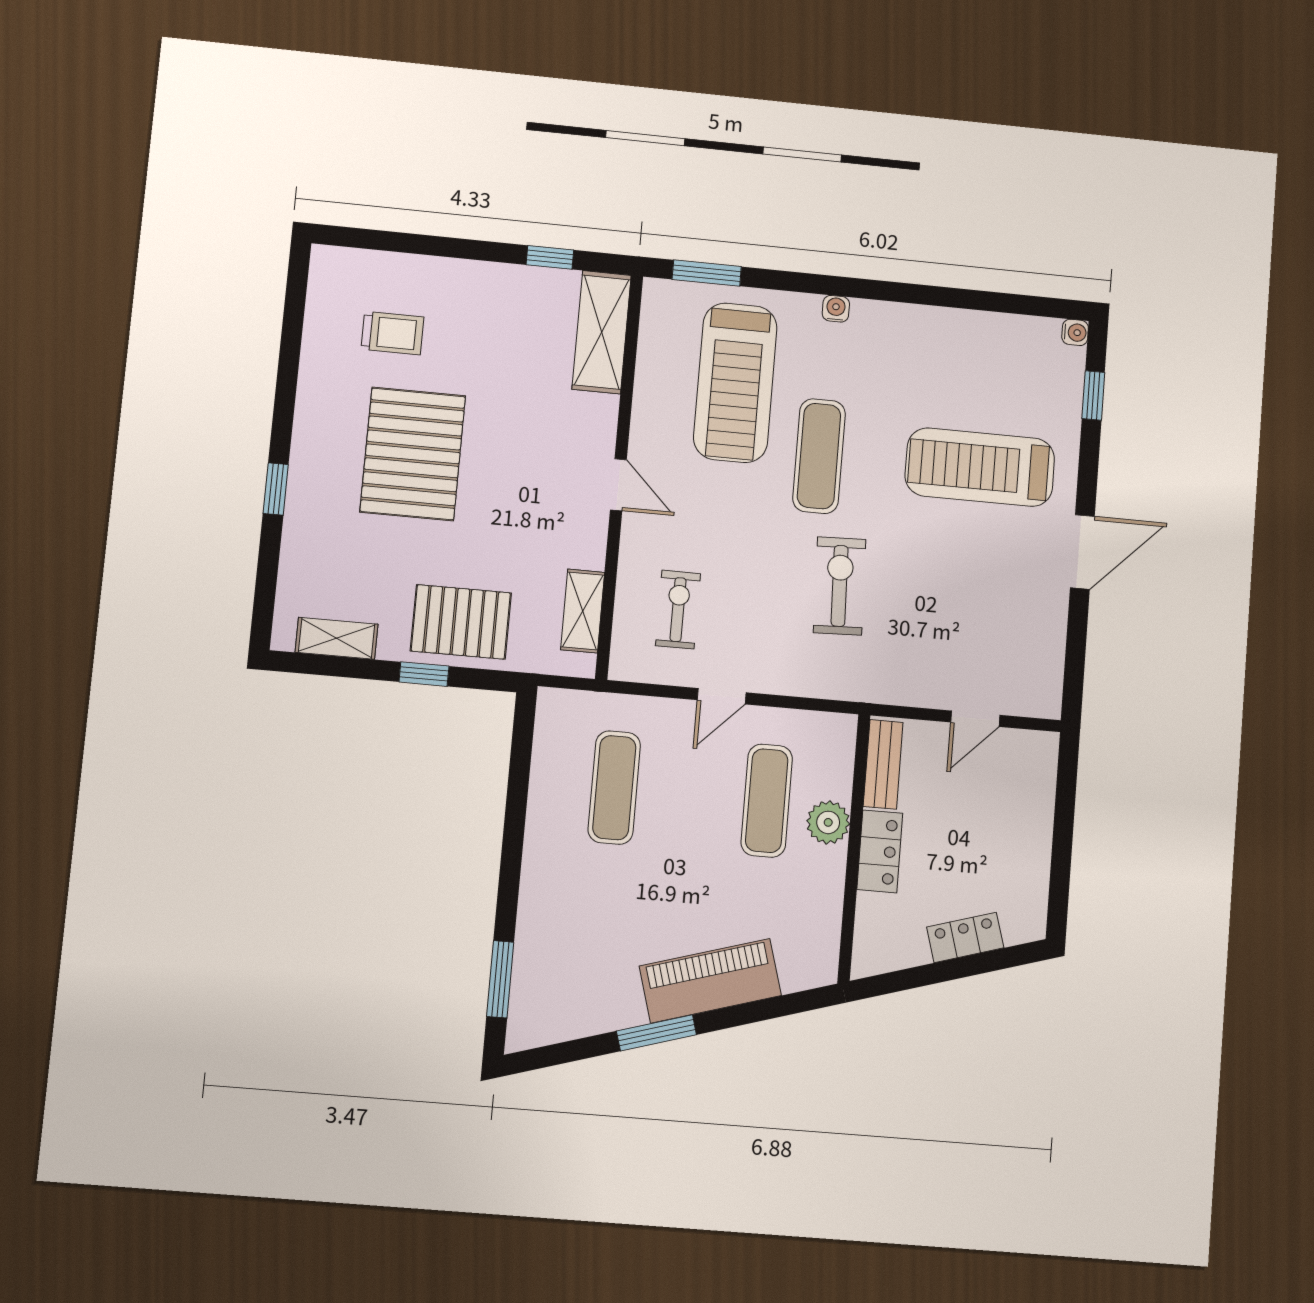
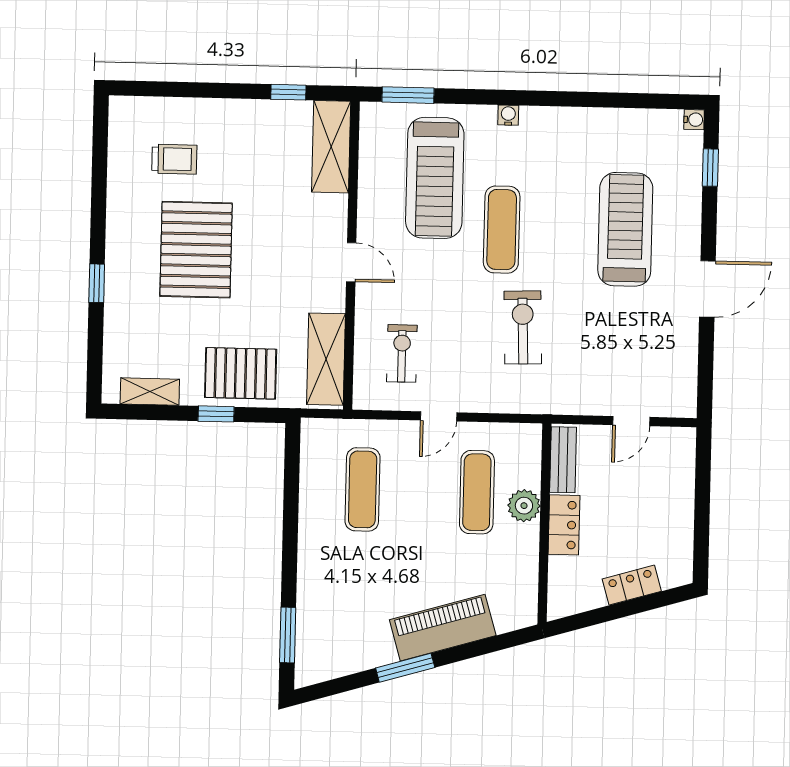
treadmill: (980, 467) -> (625, 229), turned 90
shelving: (583, 611) -> (326, 359), width x1.50, depth x1.33

